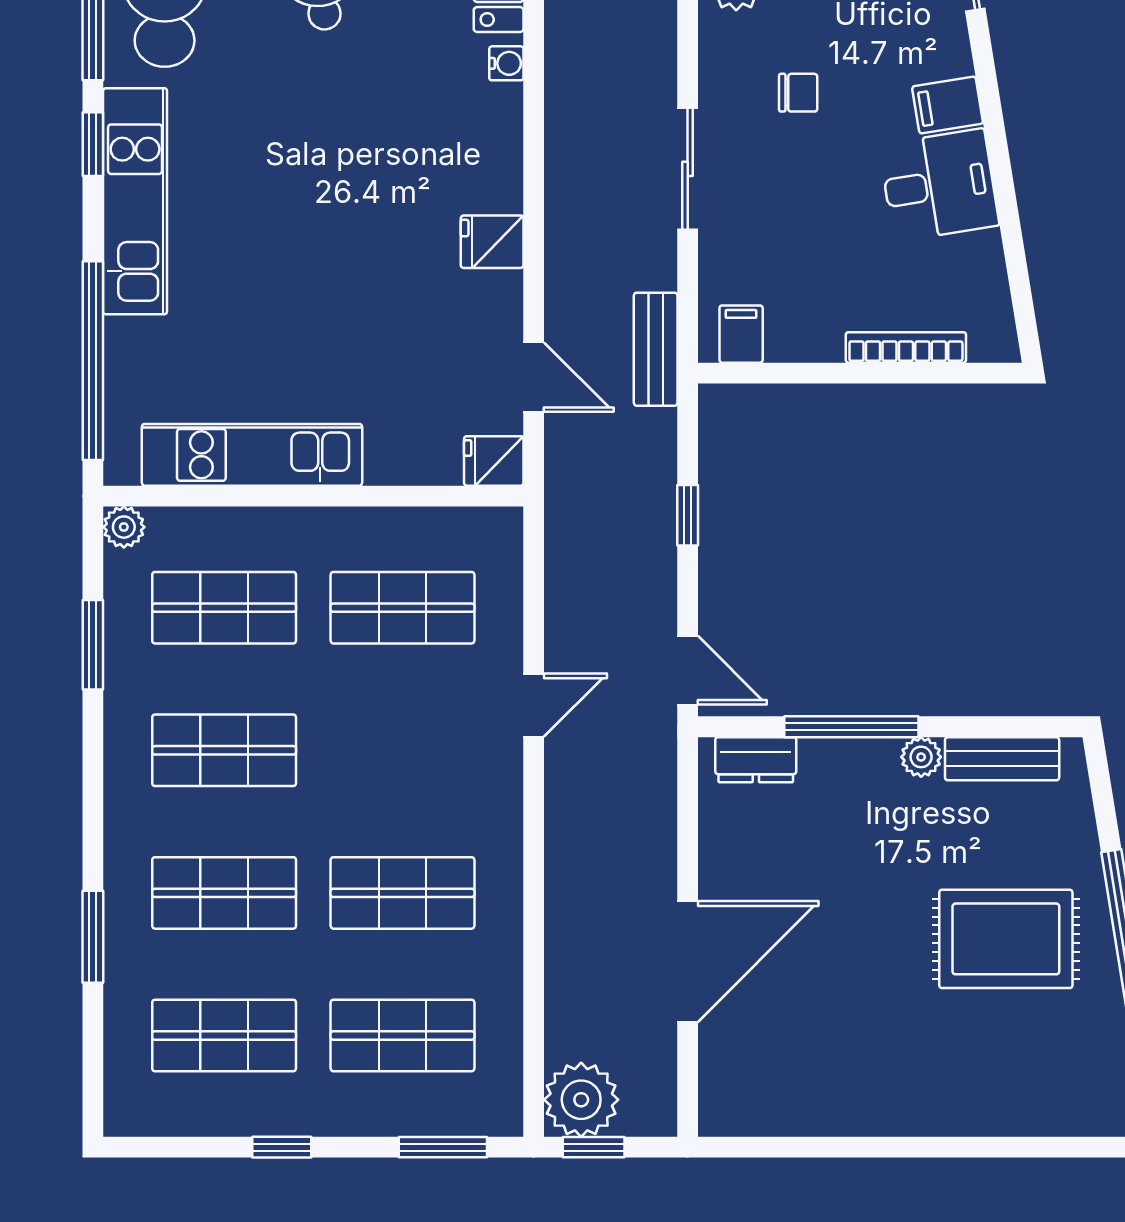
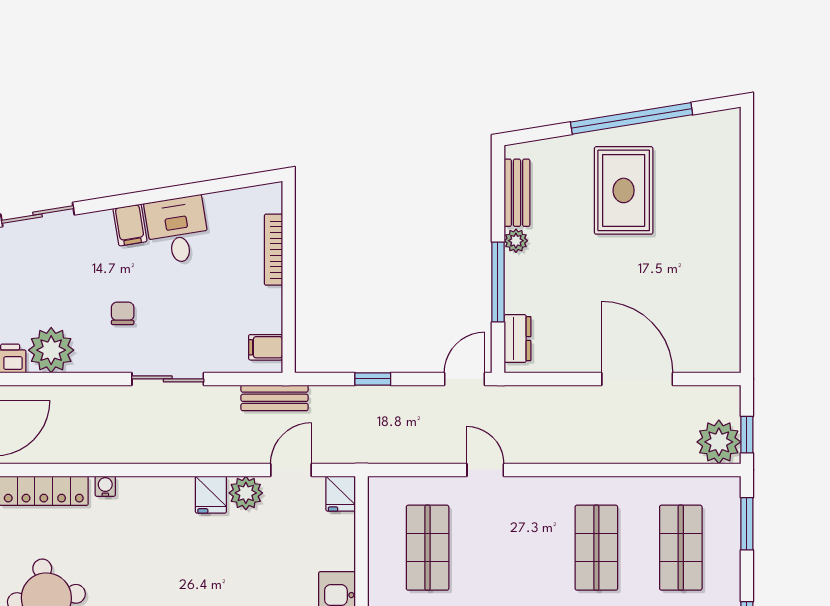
plant: (495, 301) -> (246, 493), added

